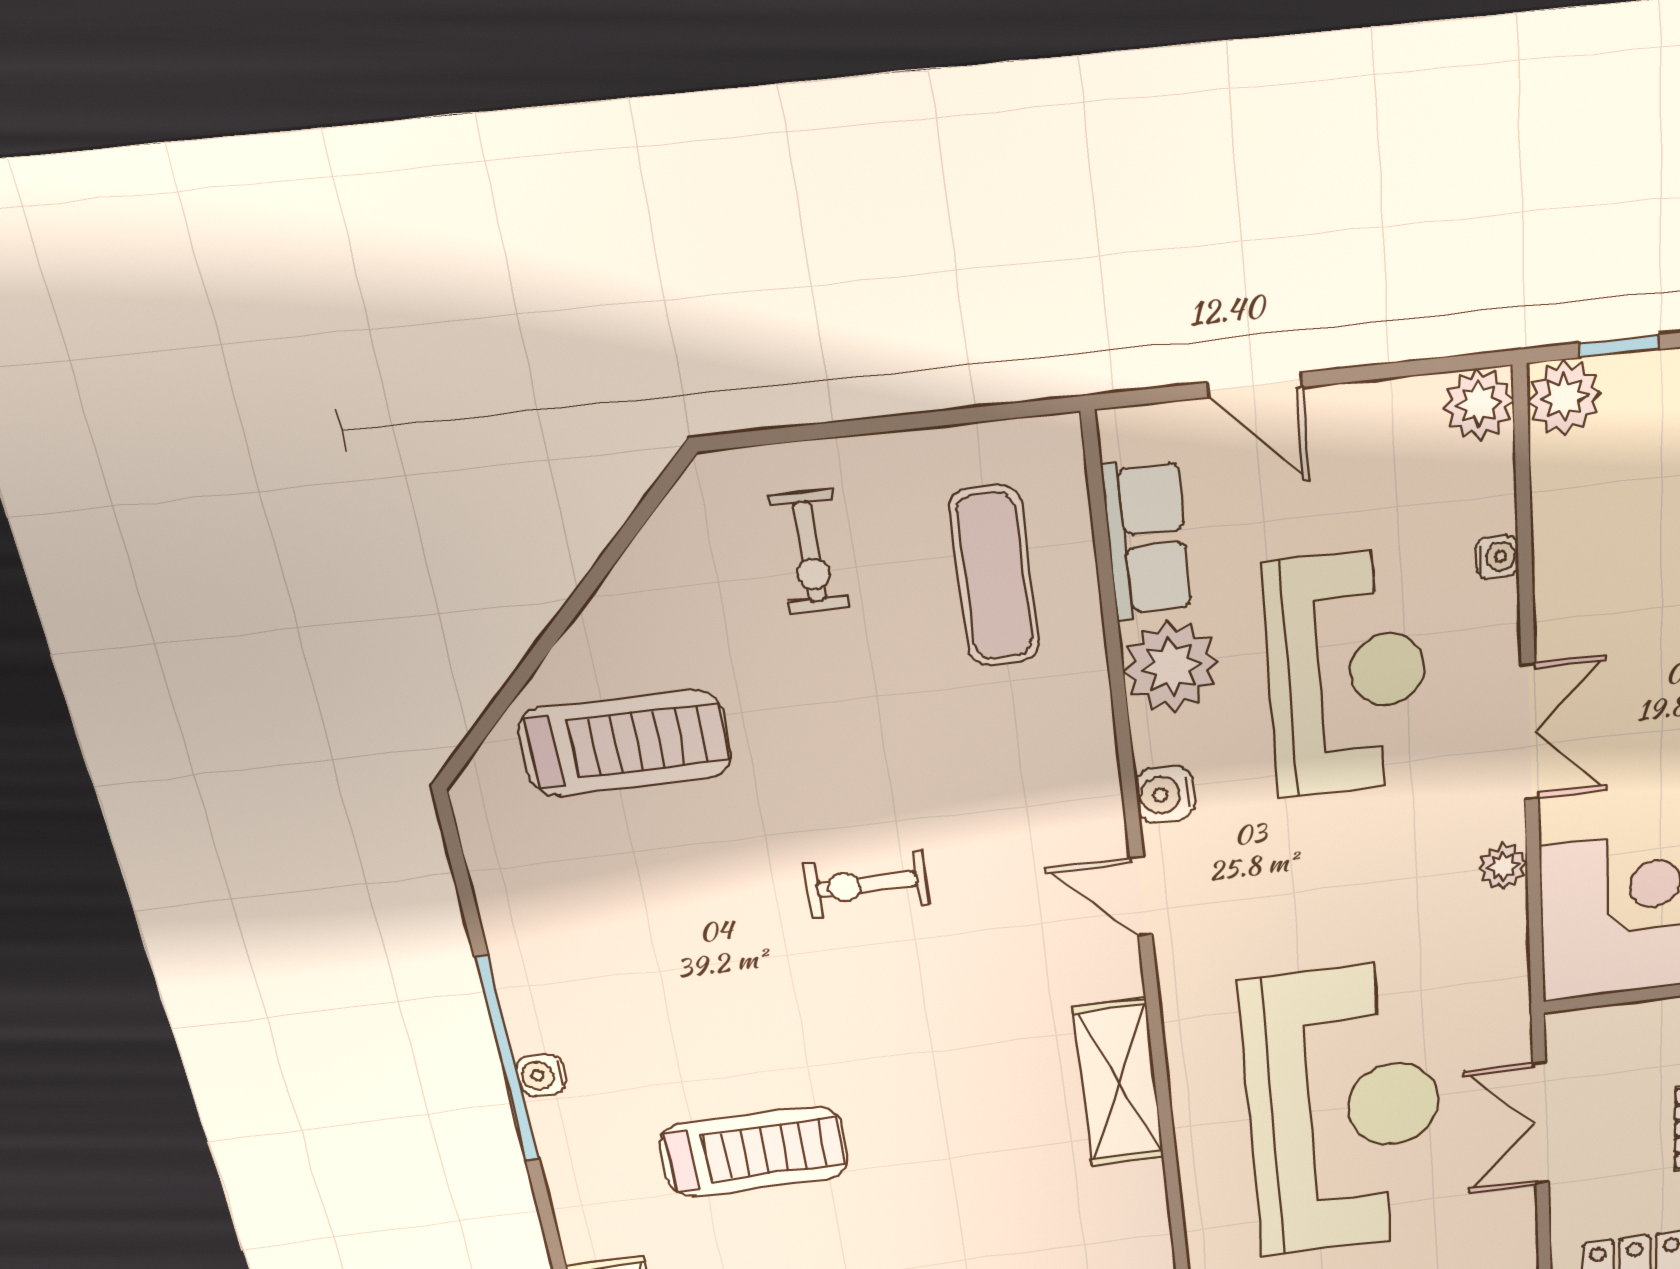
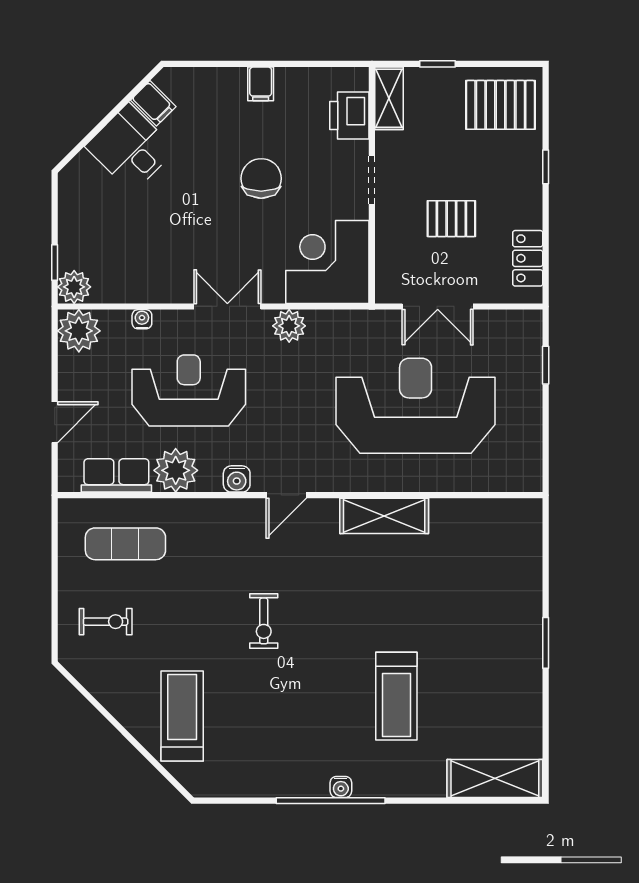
plant: (1479, 404) -> (79, 331), width x1.36, depth x1.36
plant: (1503, 866) -> (289, 326), width x1.38, depth x1.38
treadmill: (754, 1152) -> (396, 696), turned 180

